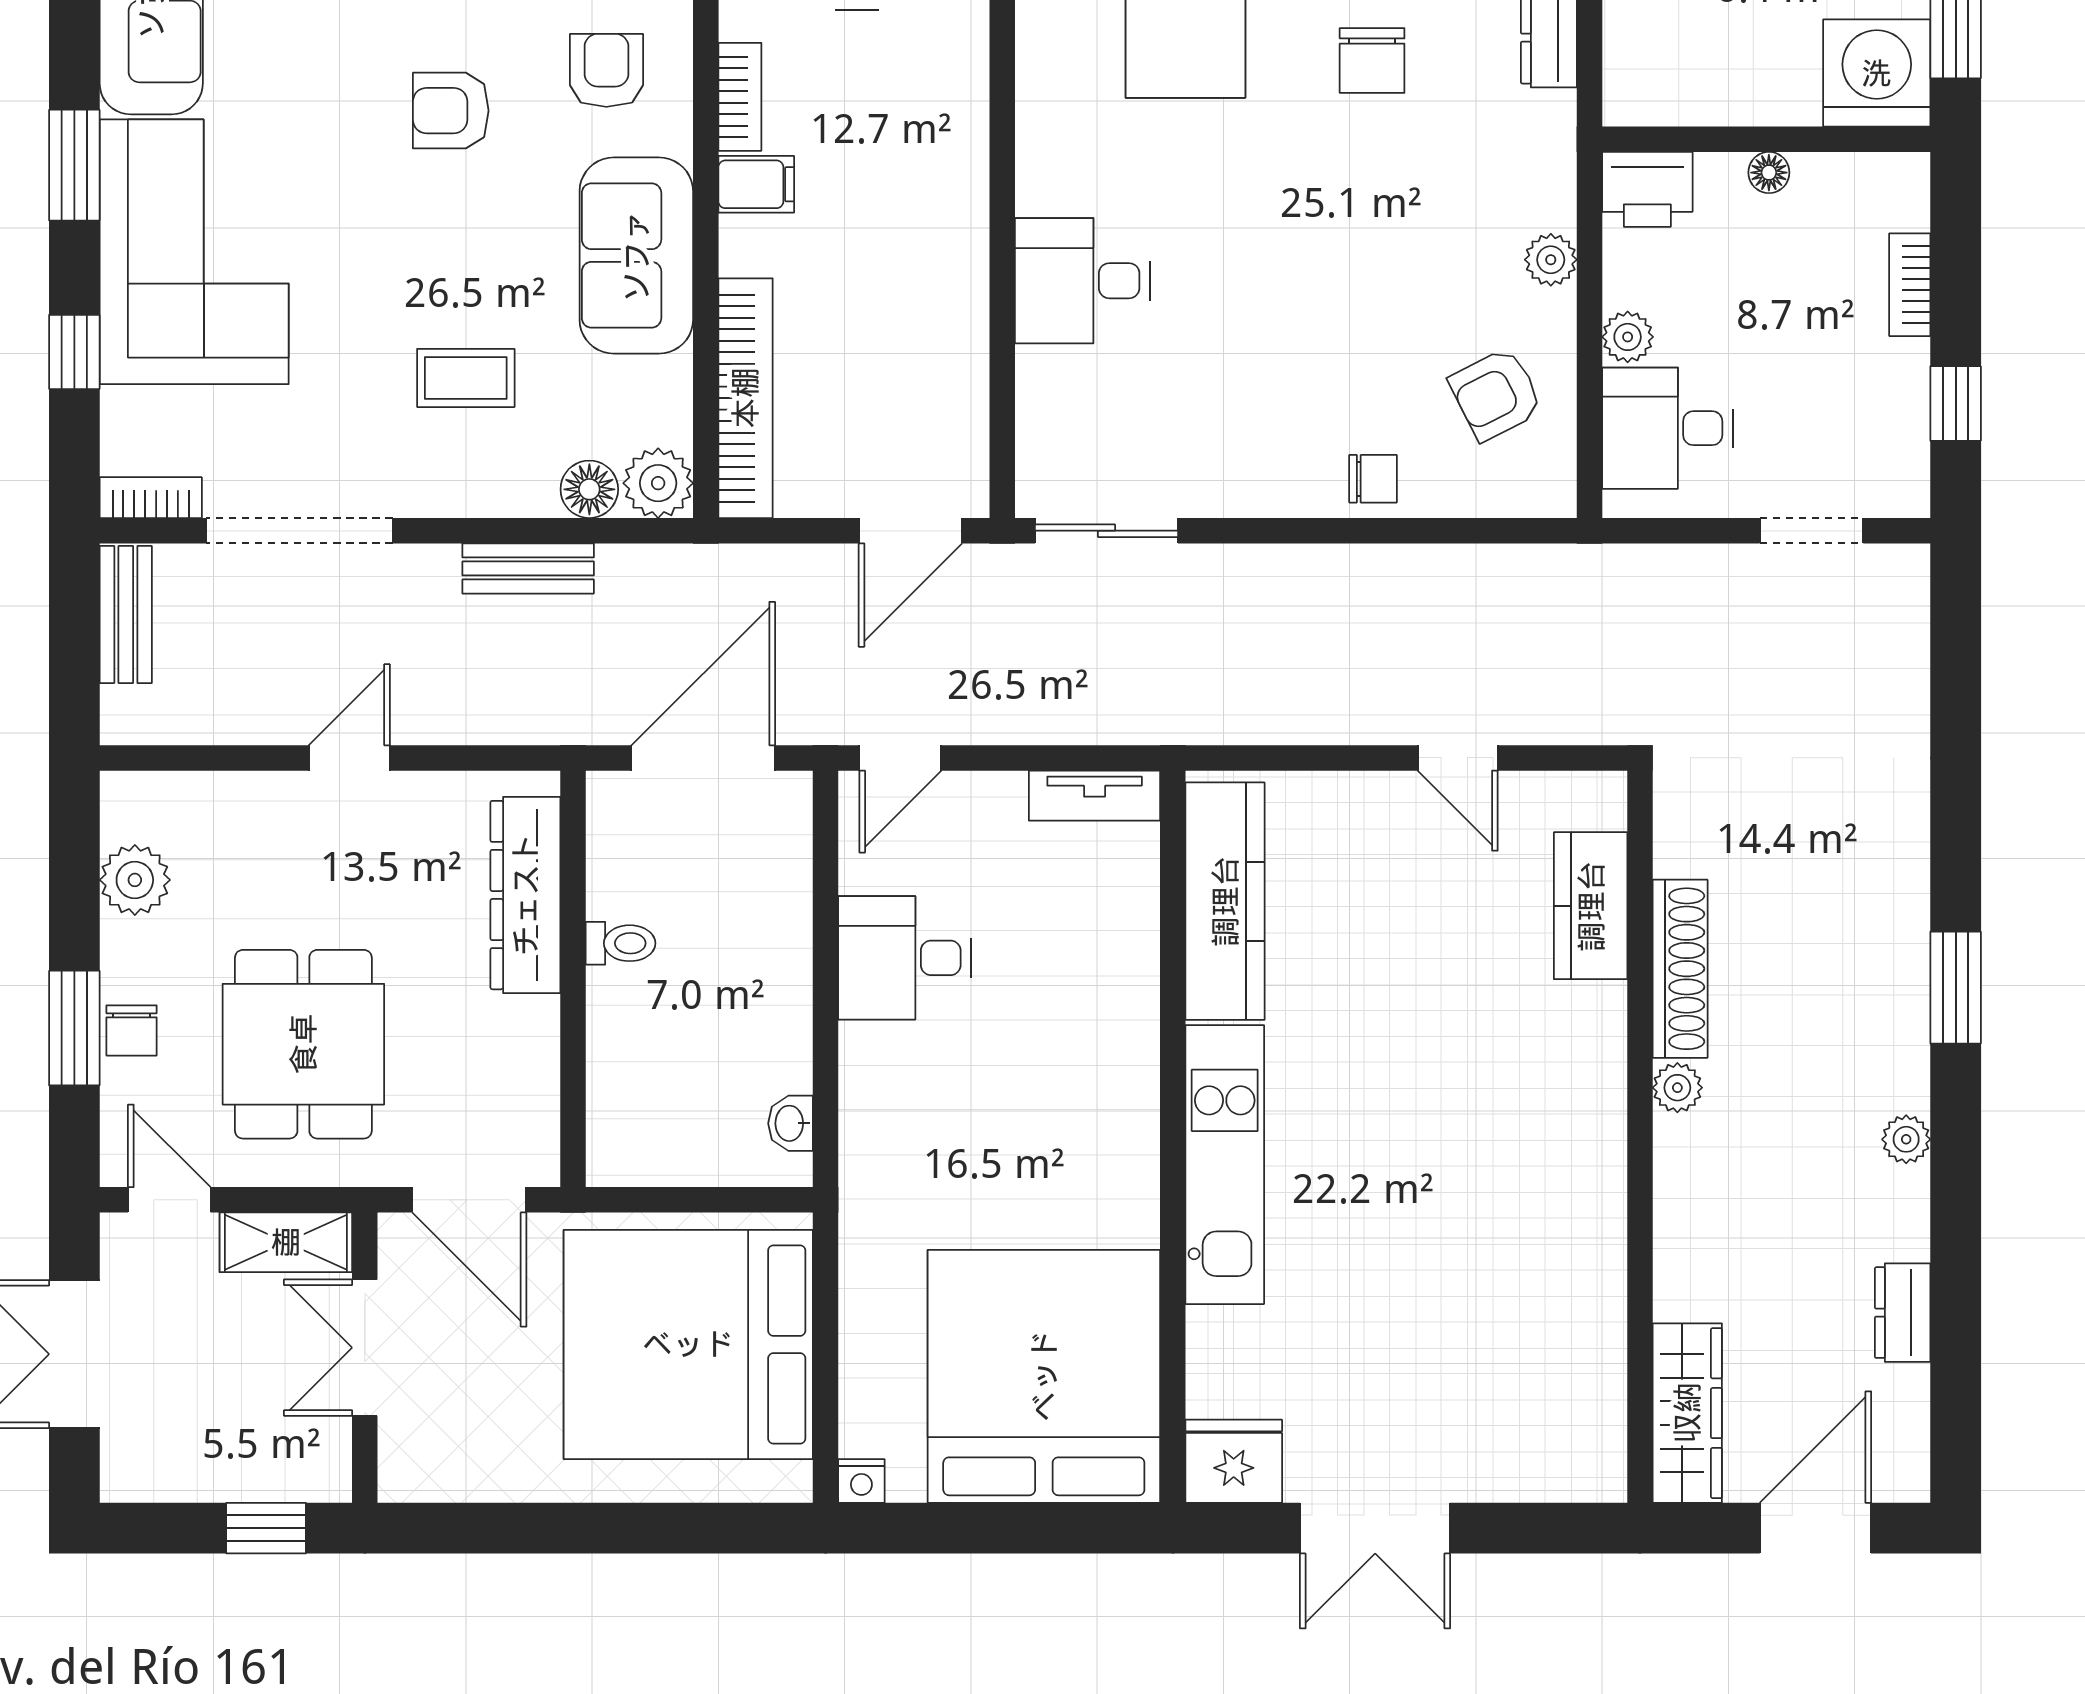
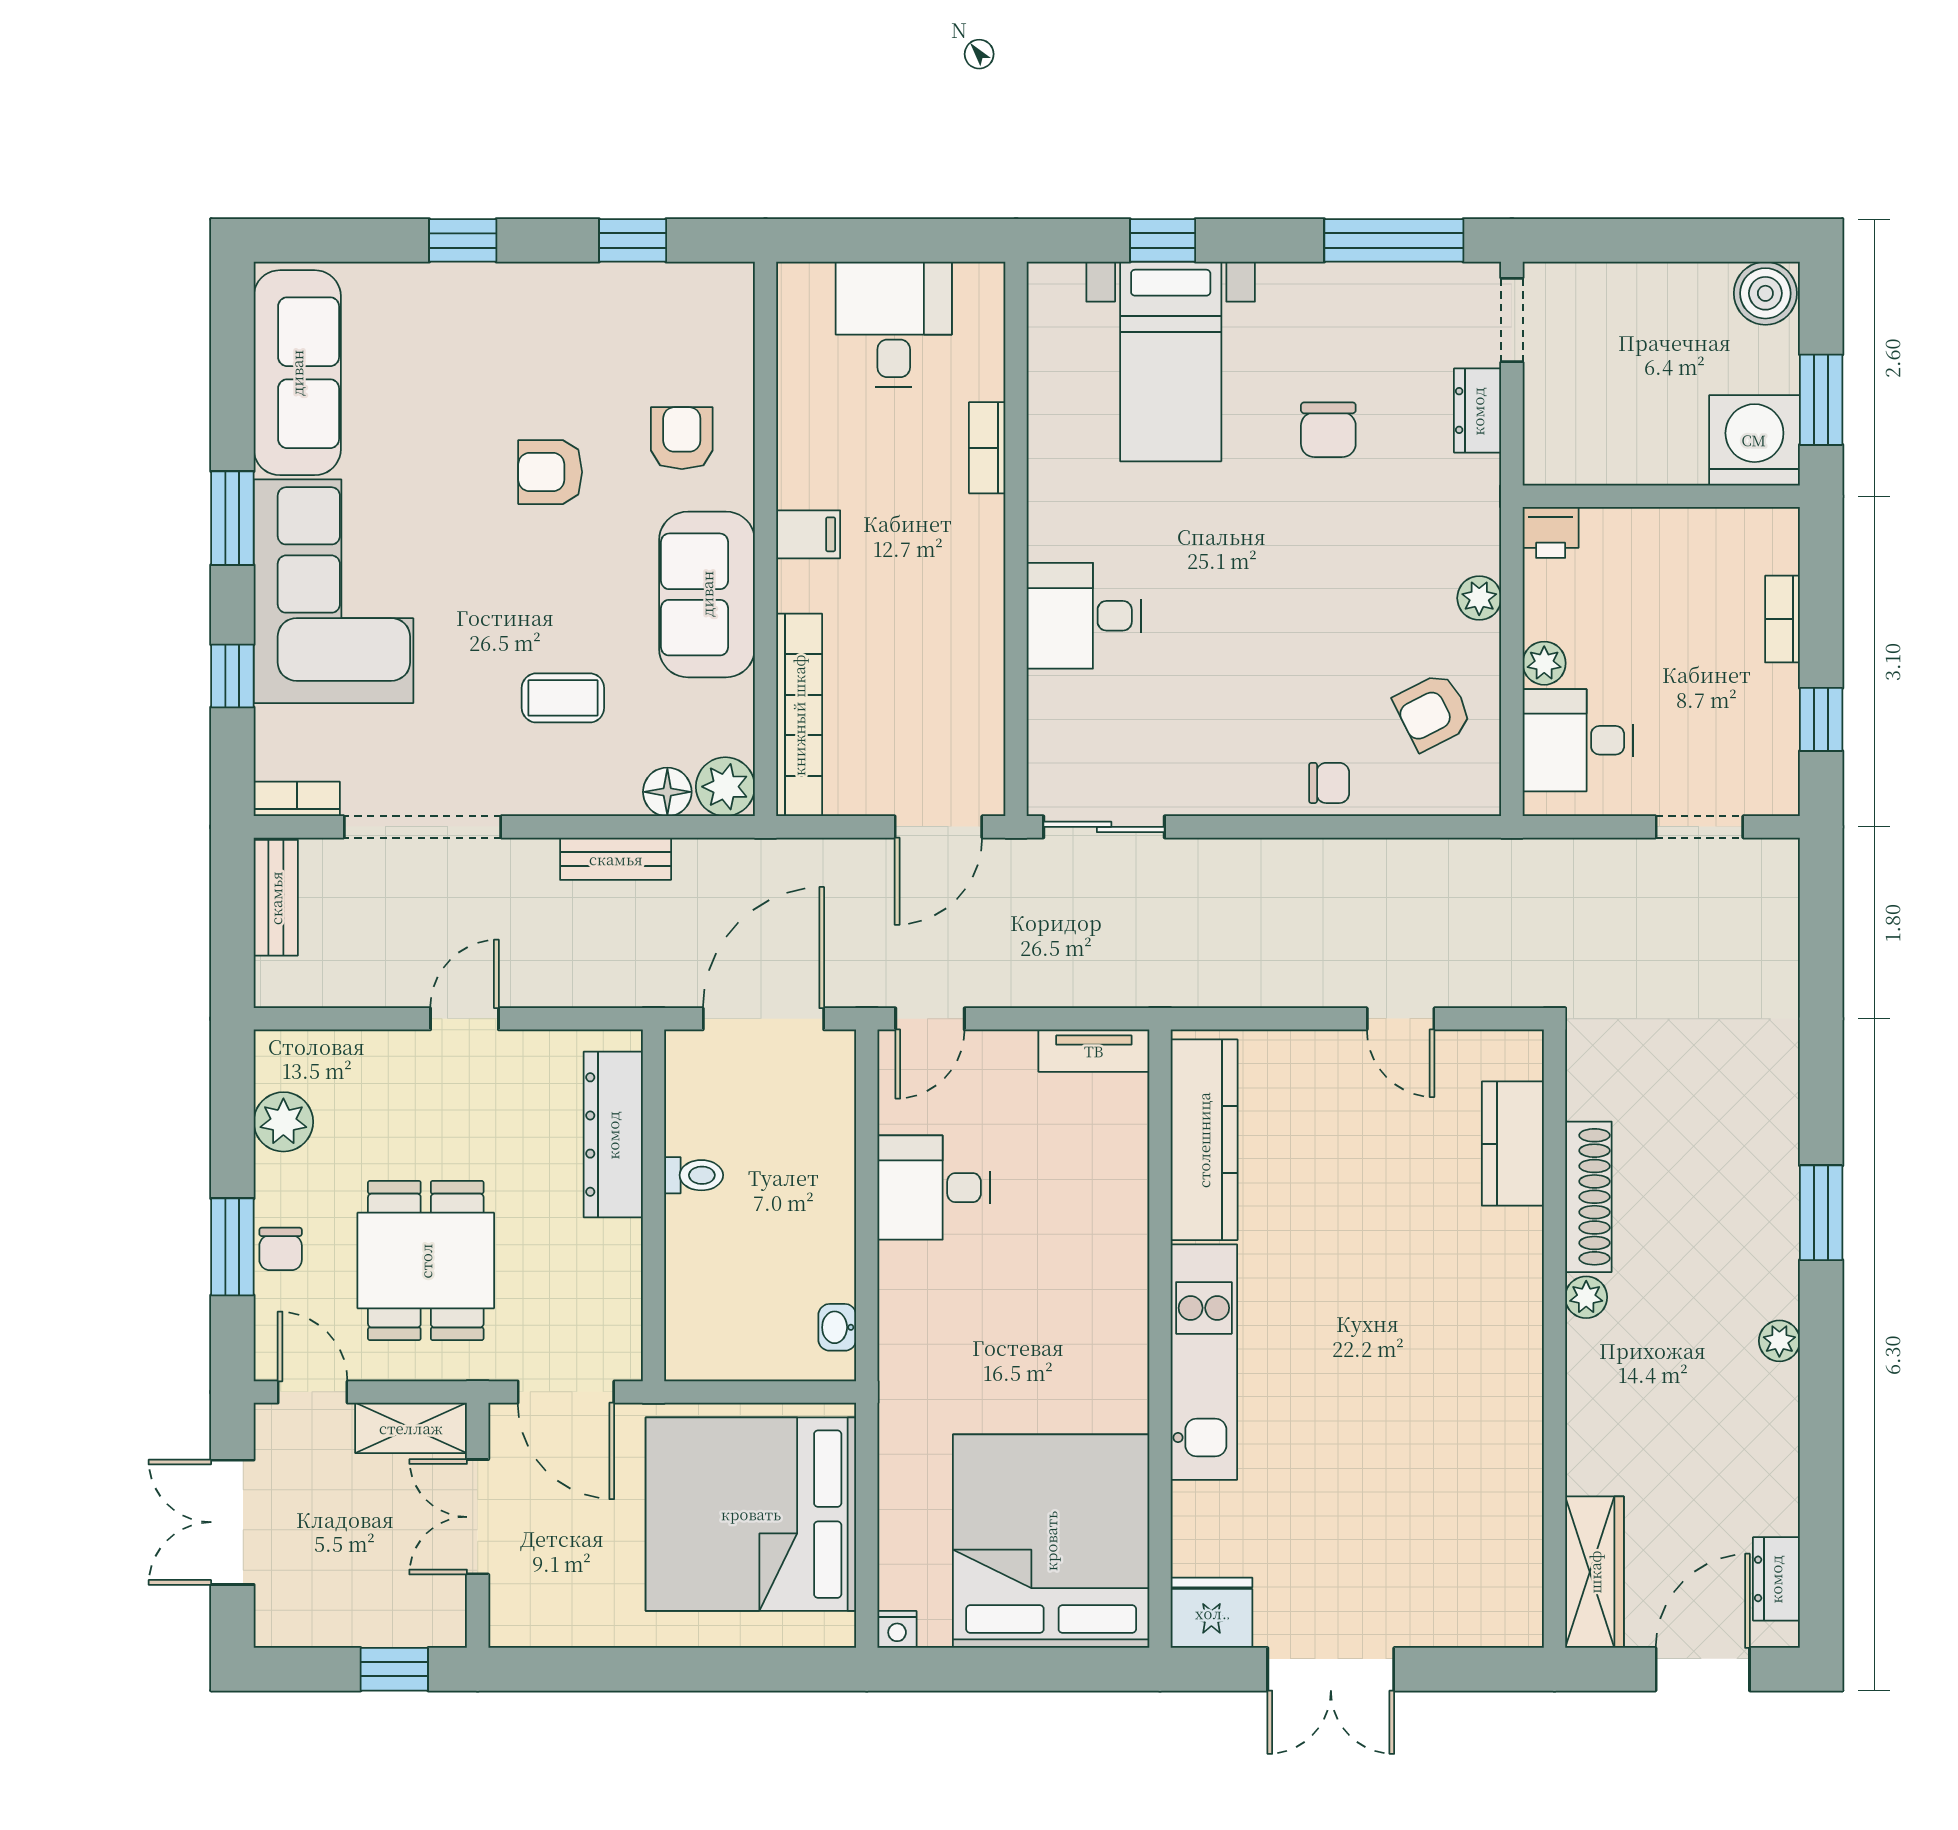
bookcase: (740, 97) -> (987, 448), moved, turned 180
floor lamp: (1769, 173) -> (1663, 524), removed
printer: (1647, 189) -> (1551, 532), width x0.73, depth x0.81
dresser: (1903, 1313) -> (1776, 1579), moved

